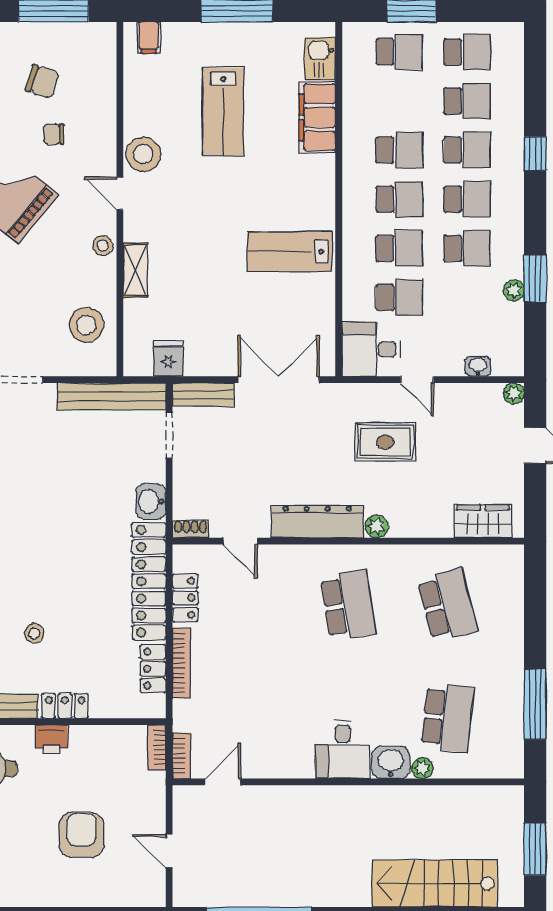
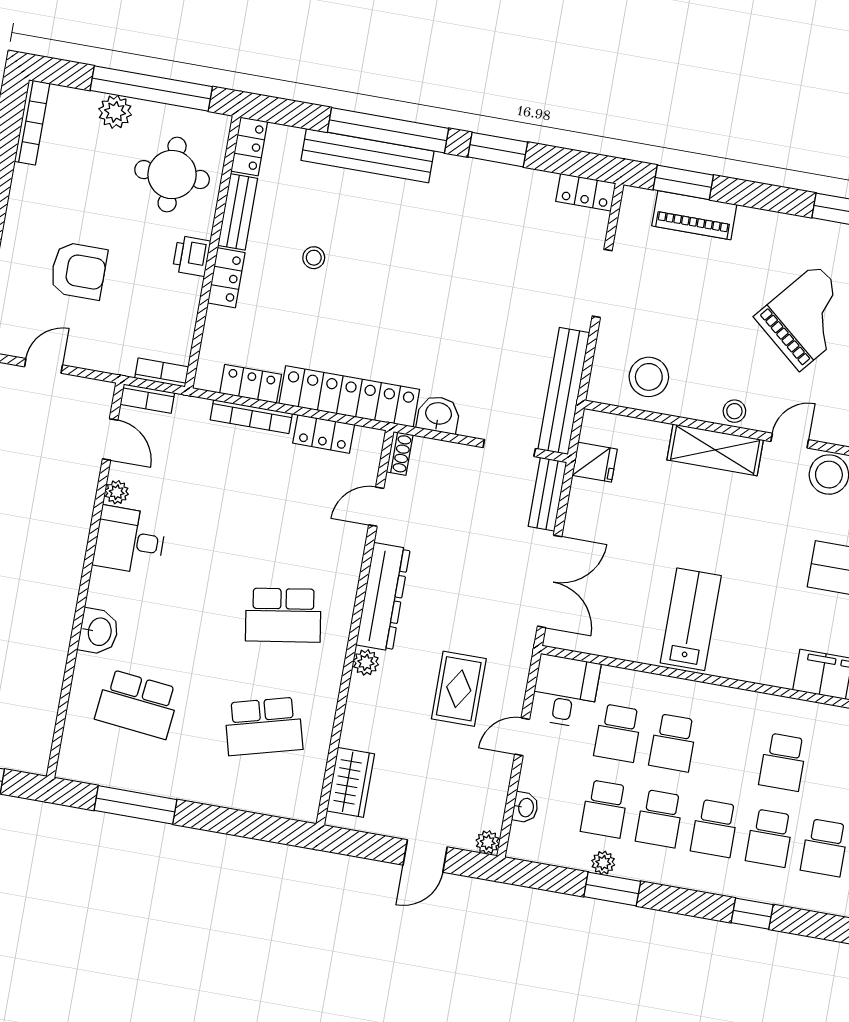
school desk: (399, 199) -> (605, 809), moved
shelving: (135, 270) -> (715, 450), width x1.50, depth x1.33
desk: (343, 749) -> (130, 540), moved
plant: (422, 768) -> (117, 492), moved

